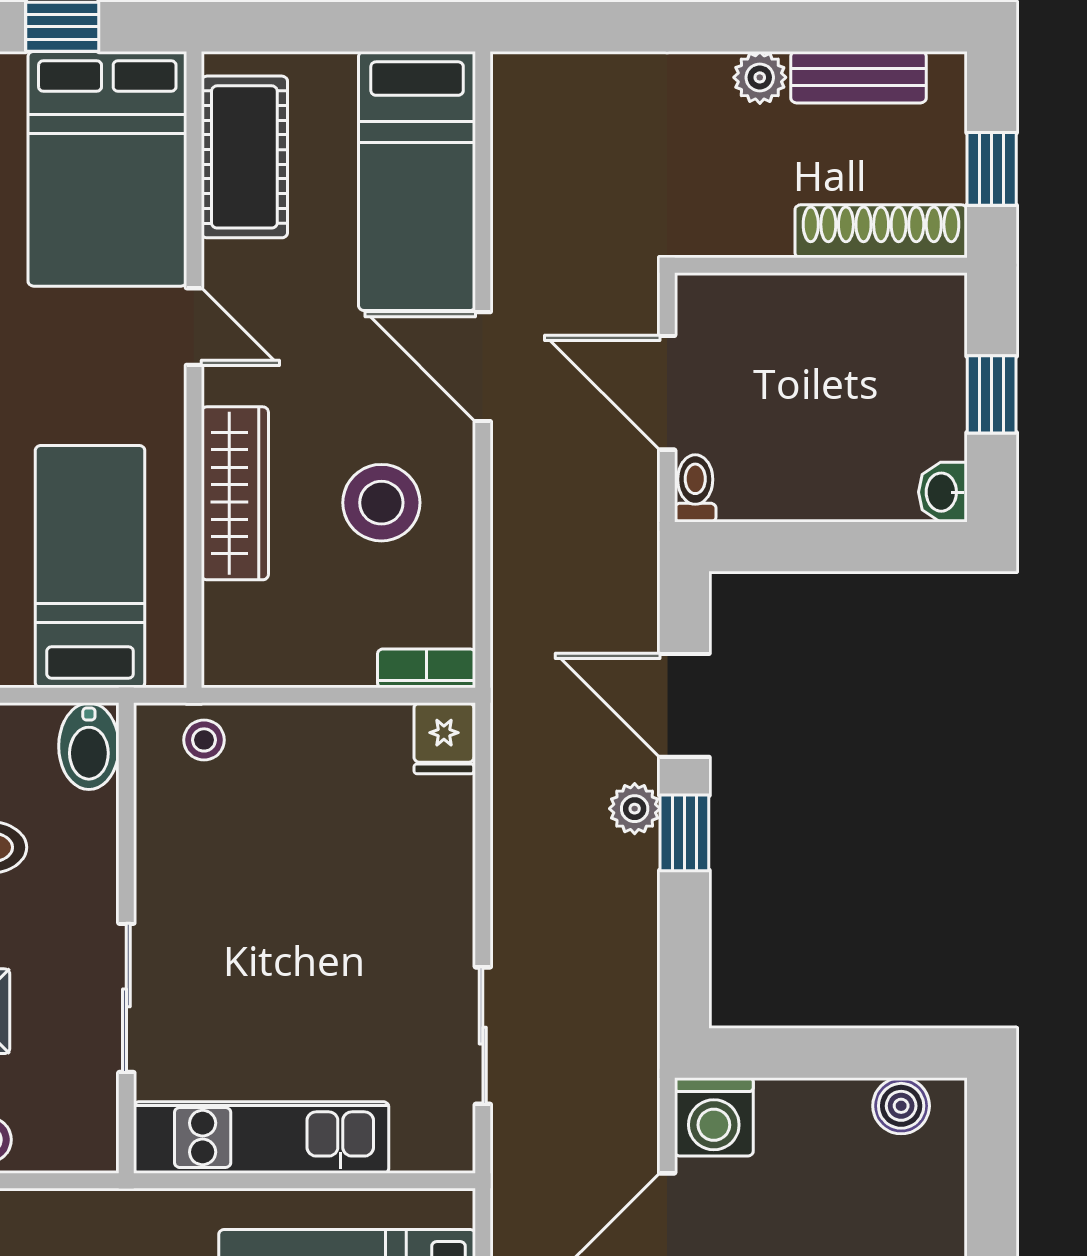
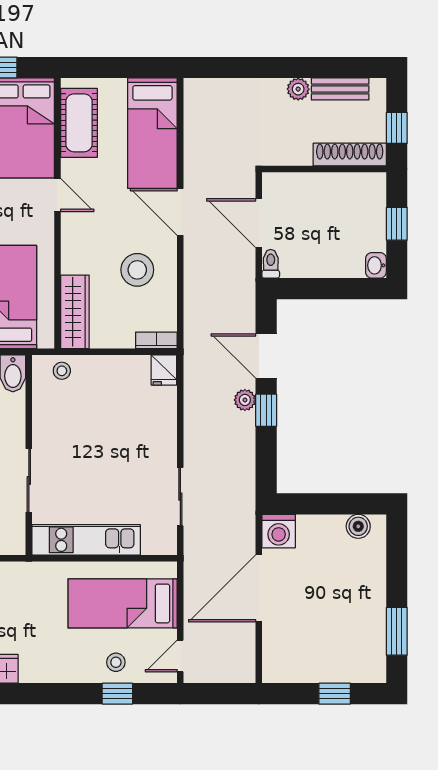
wardrobe: (235, 493) -> (75, 312), moved

